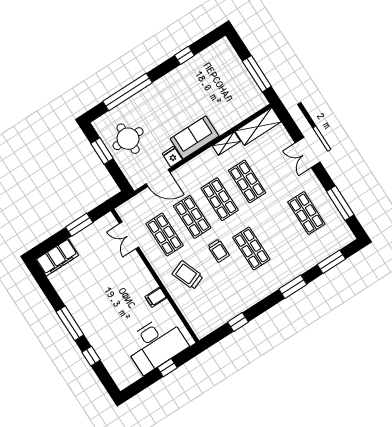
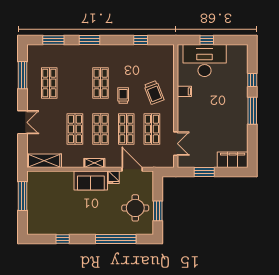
shelving: (226, 144) -> (94, 163), moved

